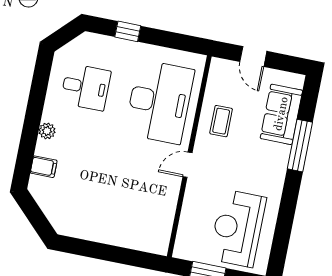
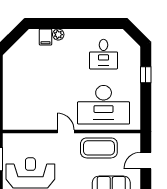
coffee table: (221, 121) -> (99, 148), width x1.86, depth x1.72
plant: (47, 131) -> (58, 35), moved

